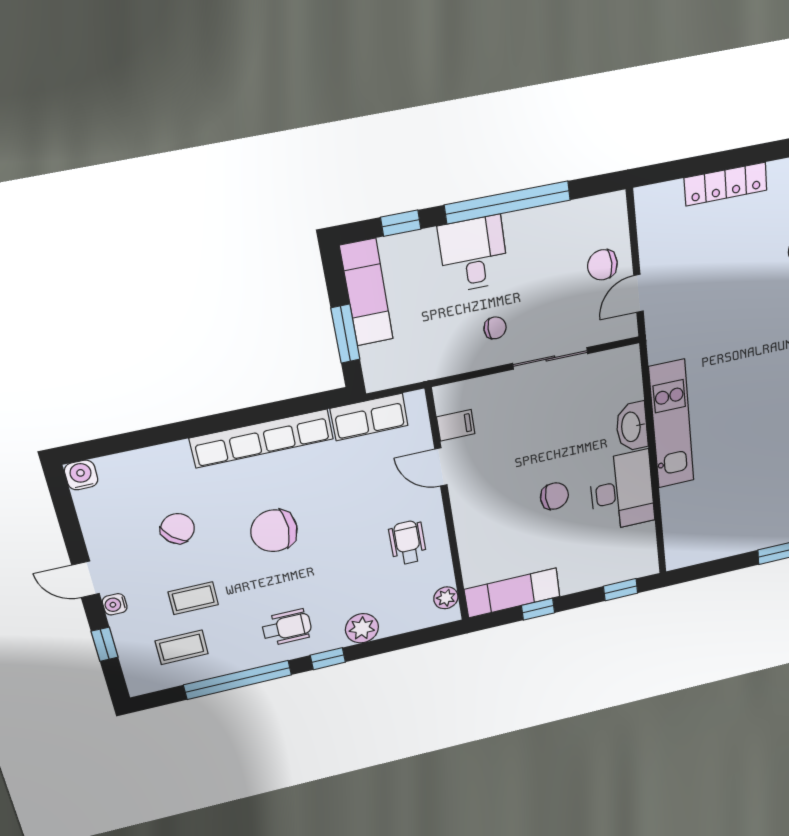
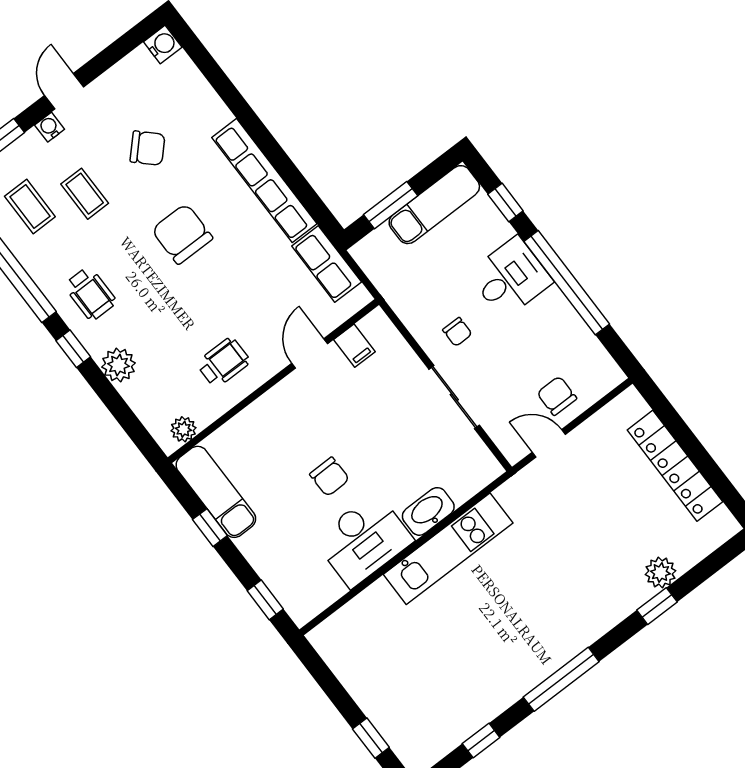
locker: (726, 184) -> (675, 466), width x1.41, depth x1.21

